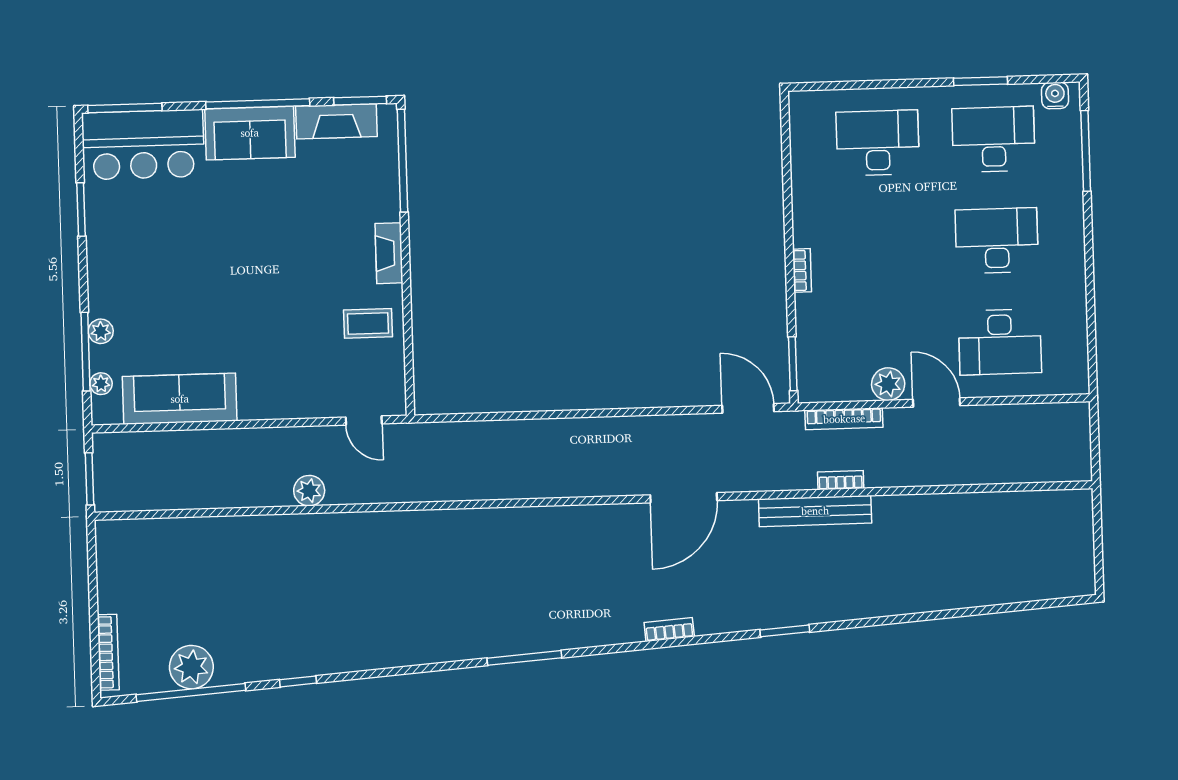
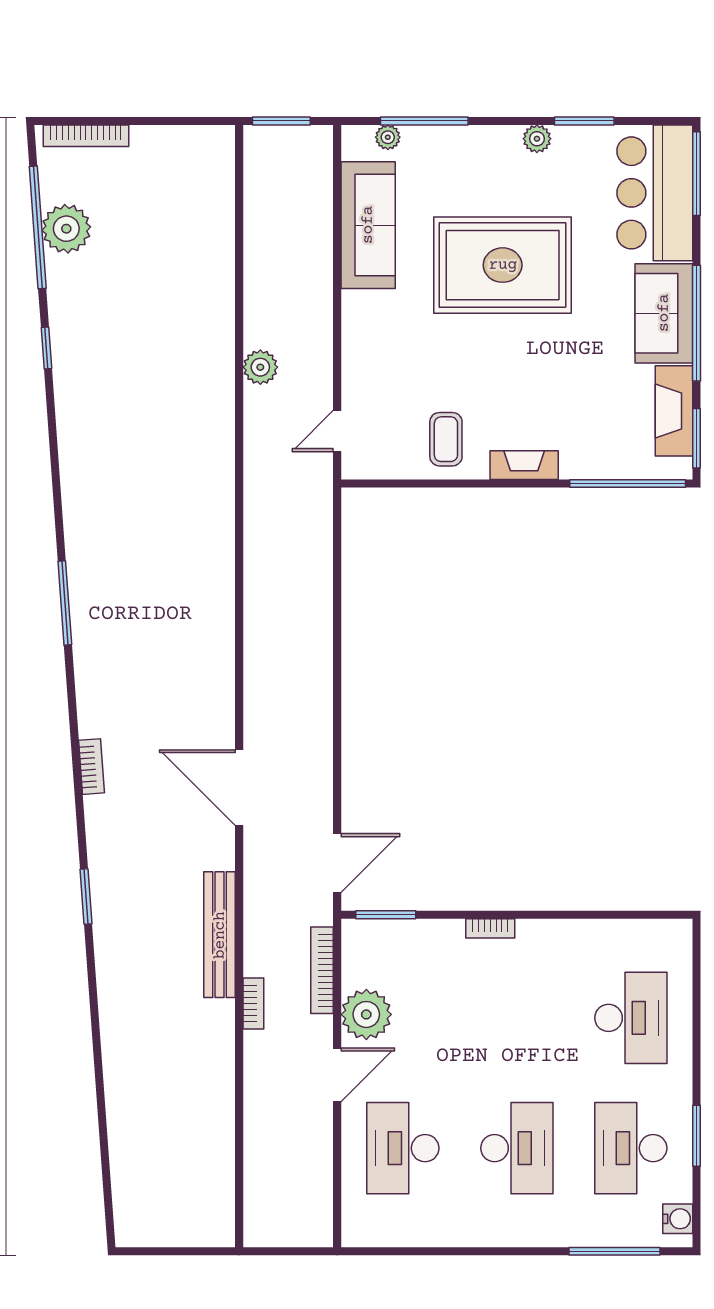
desk: (994, 139) -> (631, 1148), turned 180
rug: (212, 278) -> (503, 265), added
plant: (101, 331) -> (537, 139), moved
plant: (888, 384) -> (366, 1014), width x1.36, depth x1.36
bookcase: (841, 480) -> (253, 1003), moved

